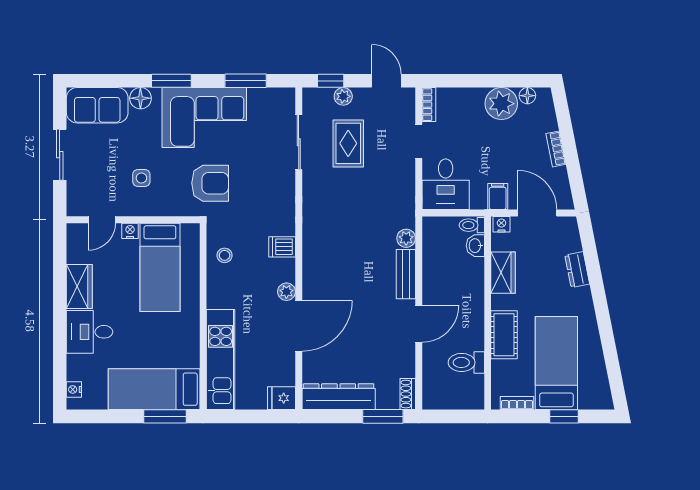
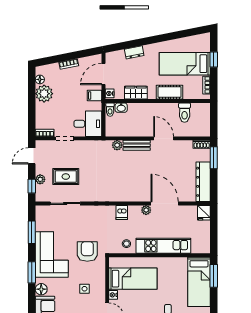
kitchen unit: (221, 359) -> (163, 246), moved

